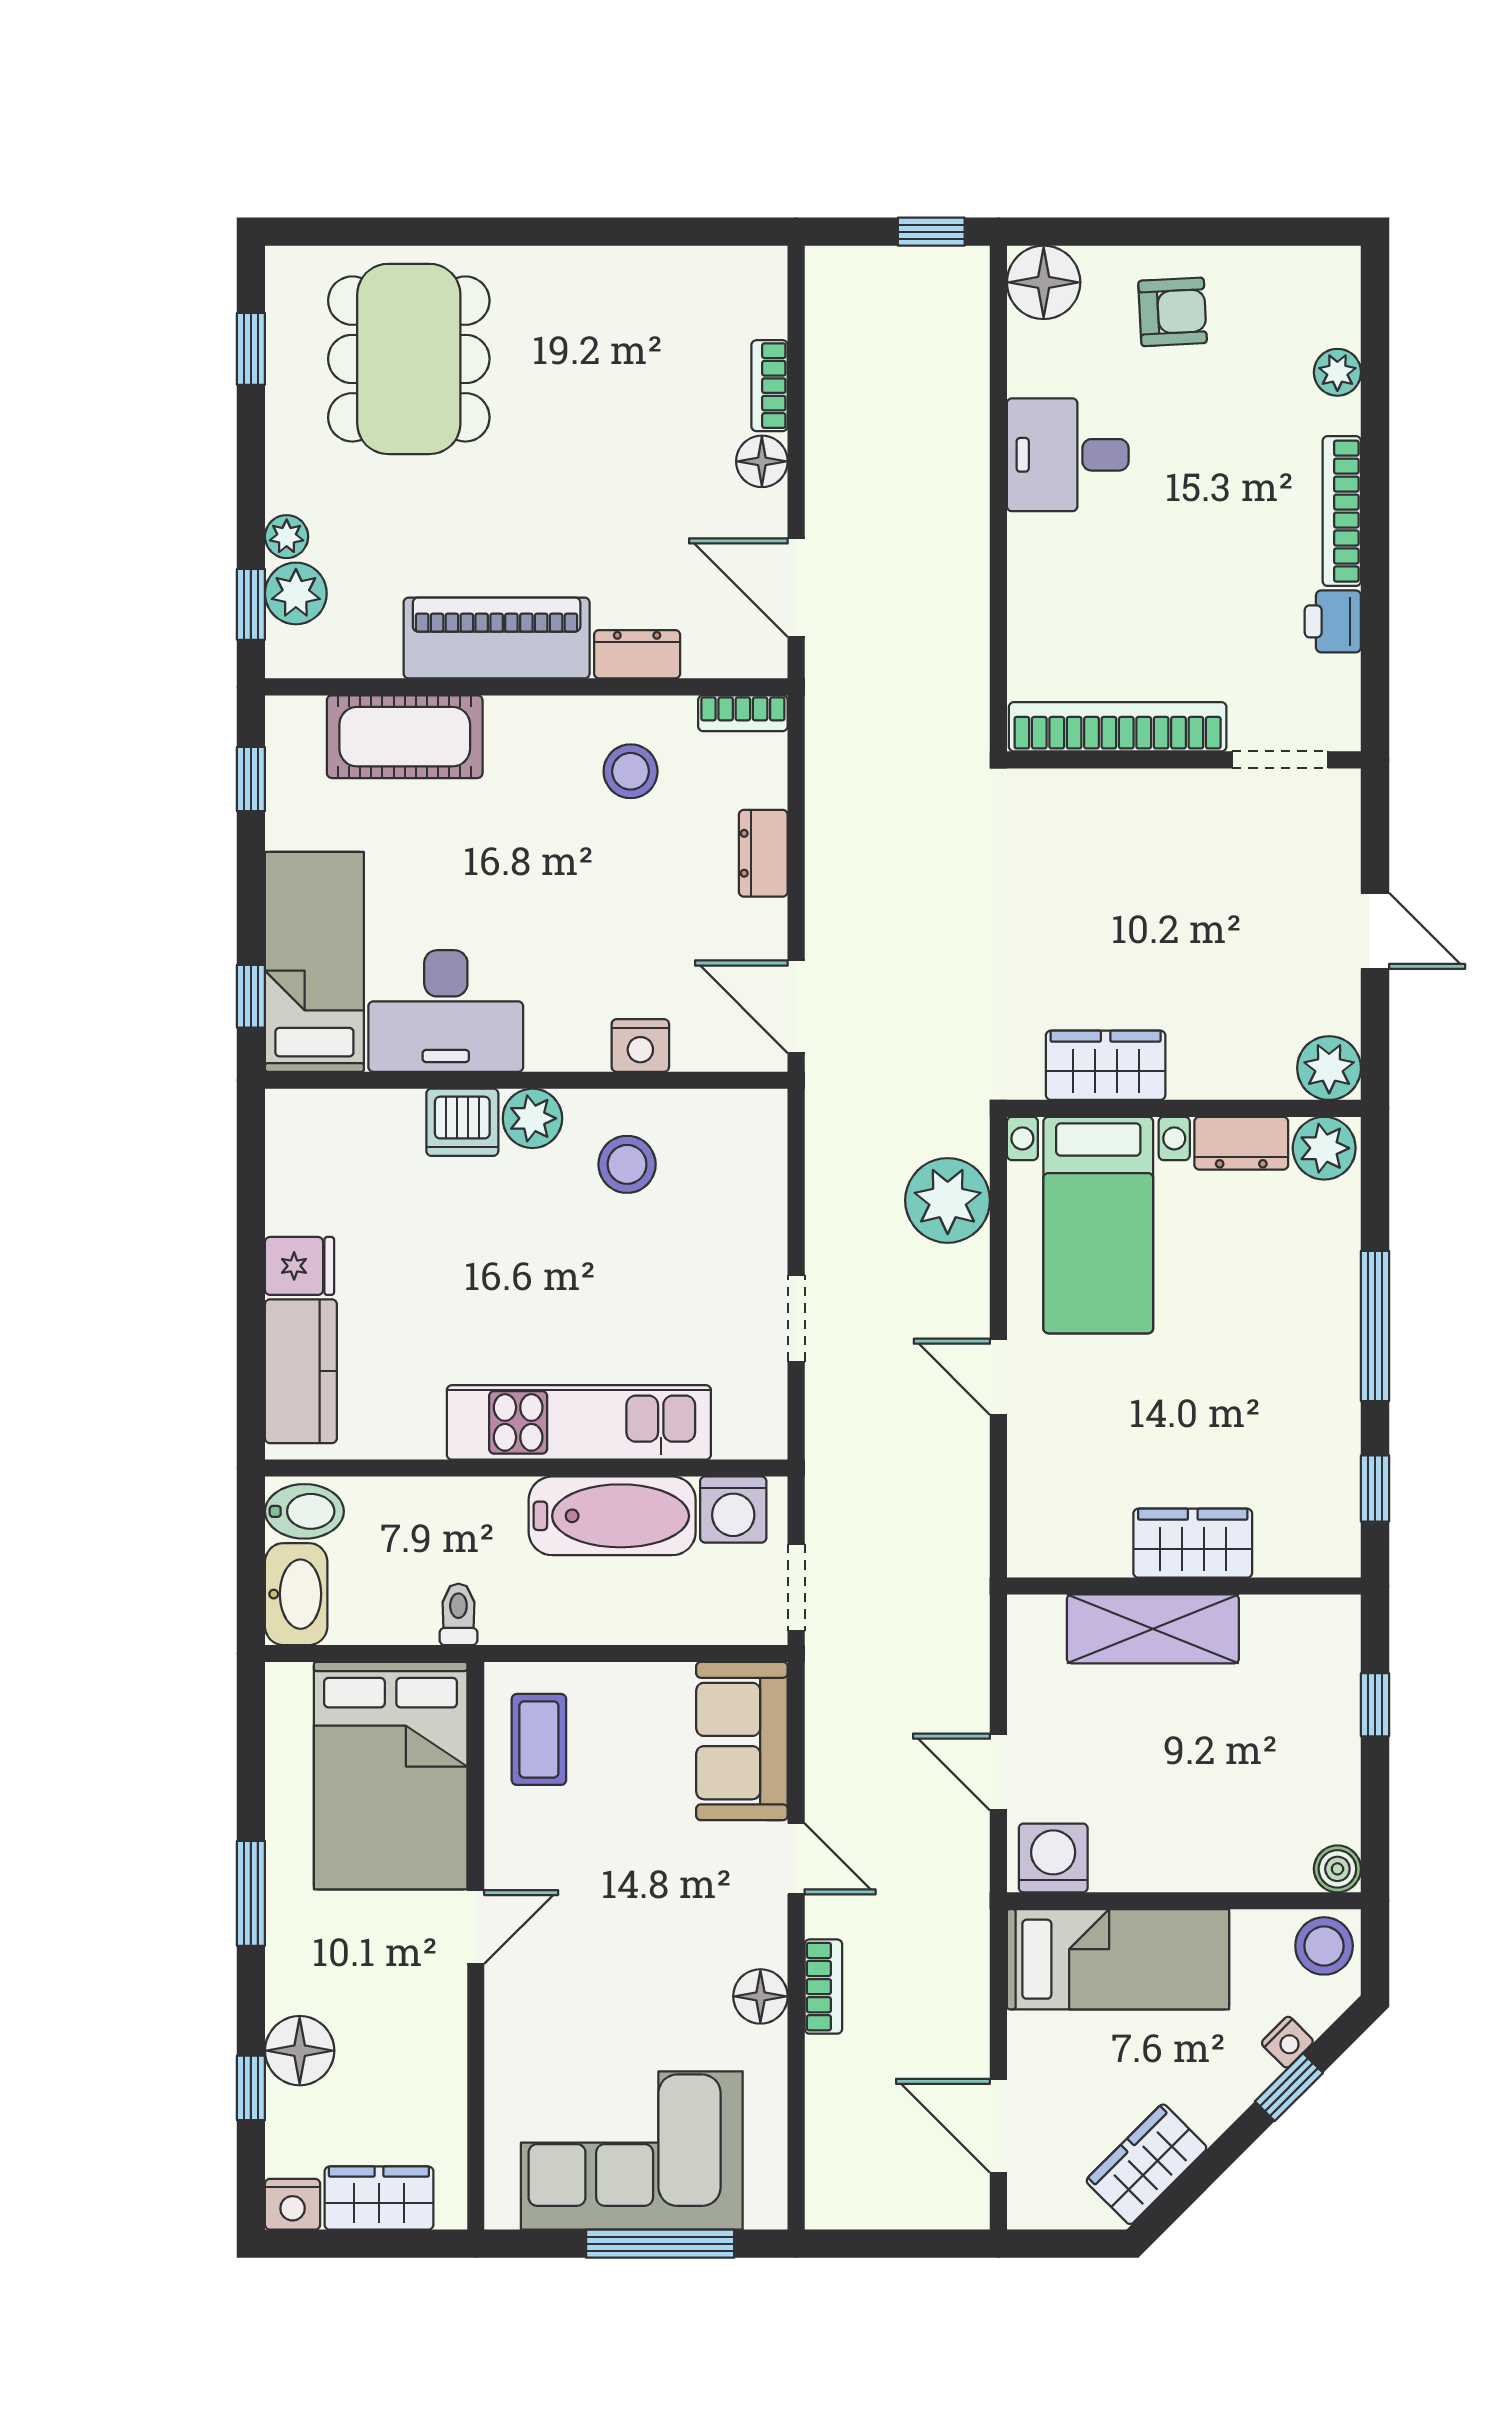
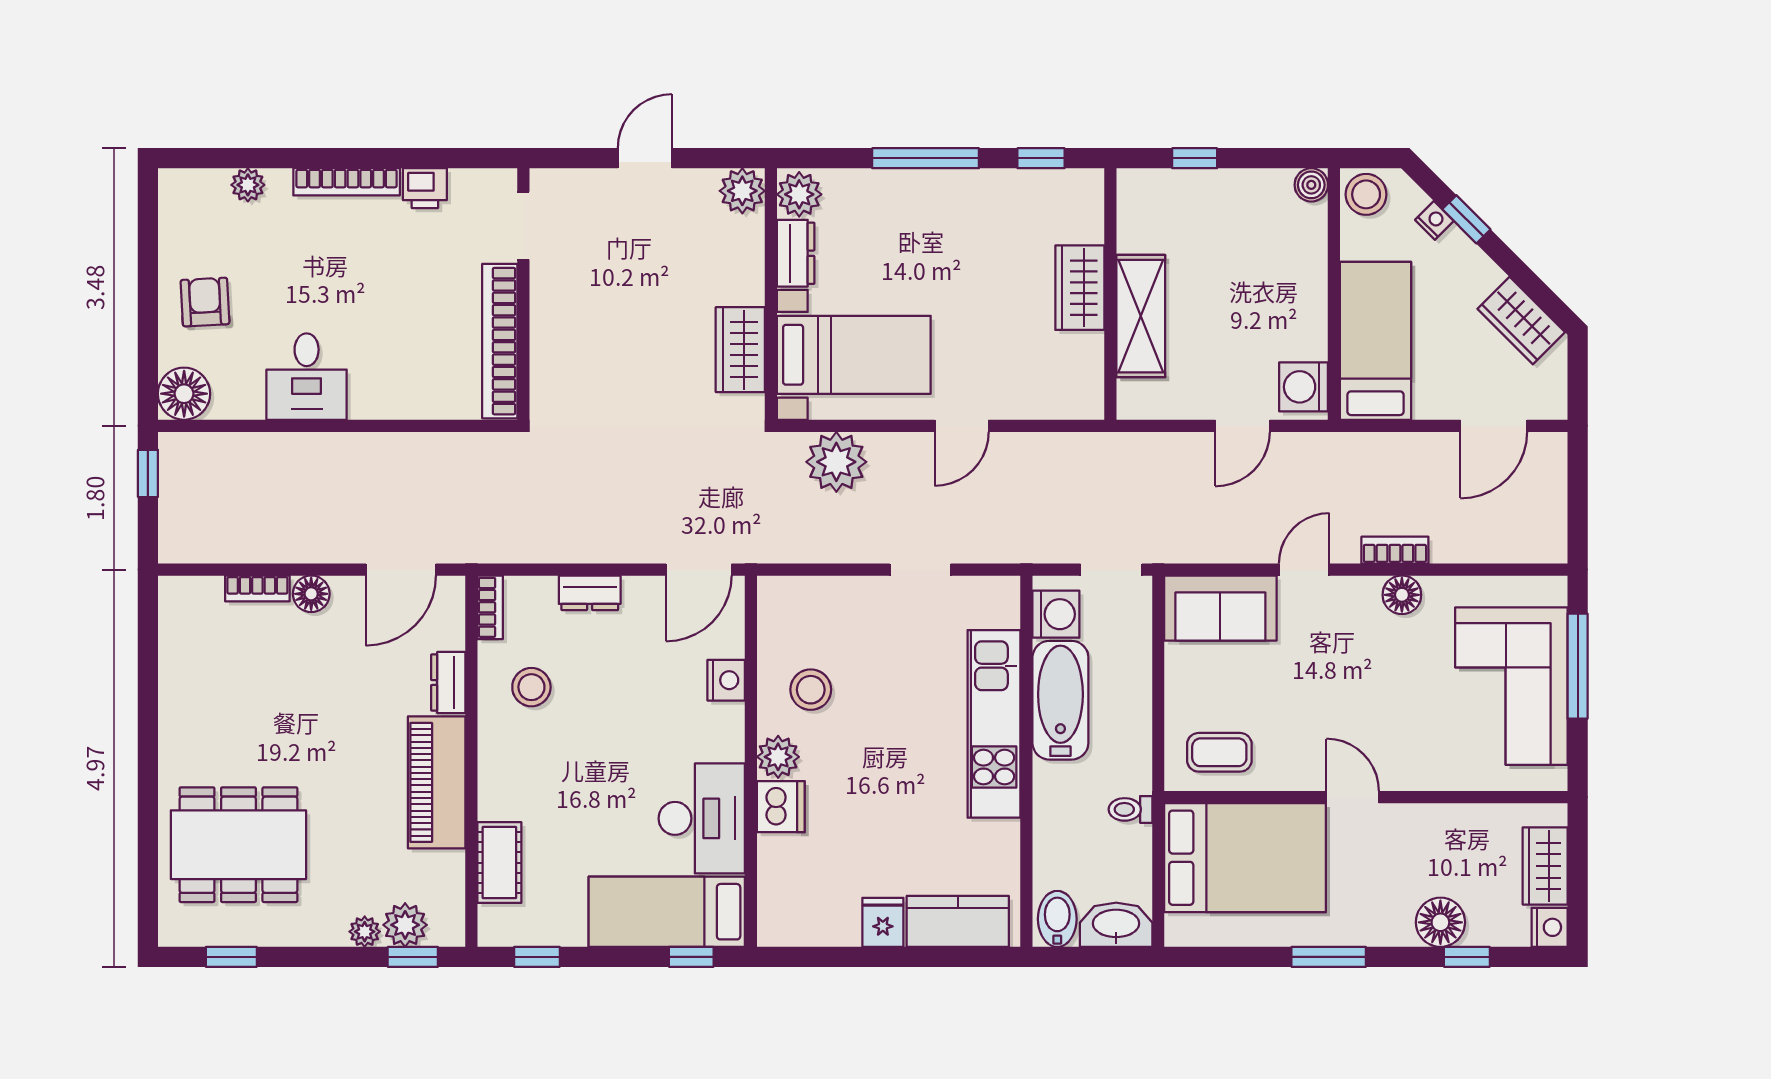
cot: (405, 737) -> (499, 863), width x0.73, depth x0.75

